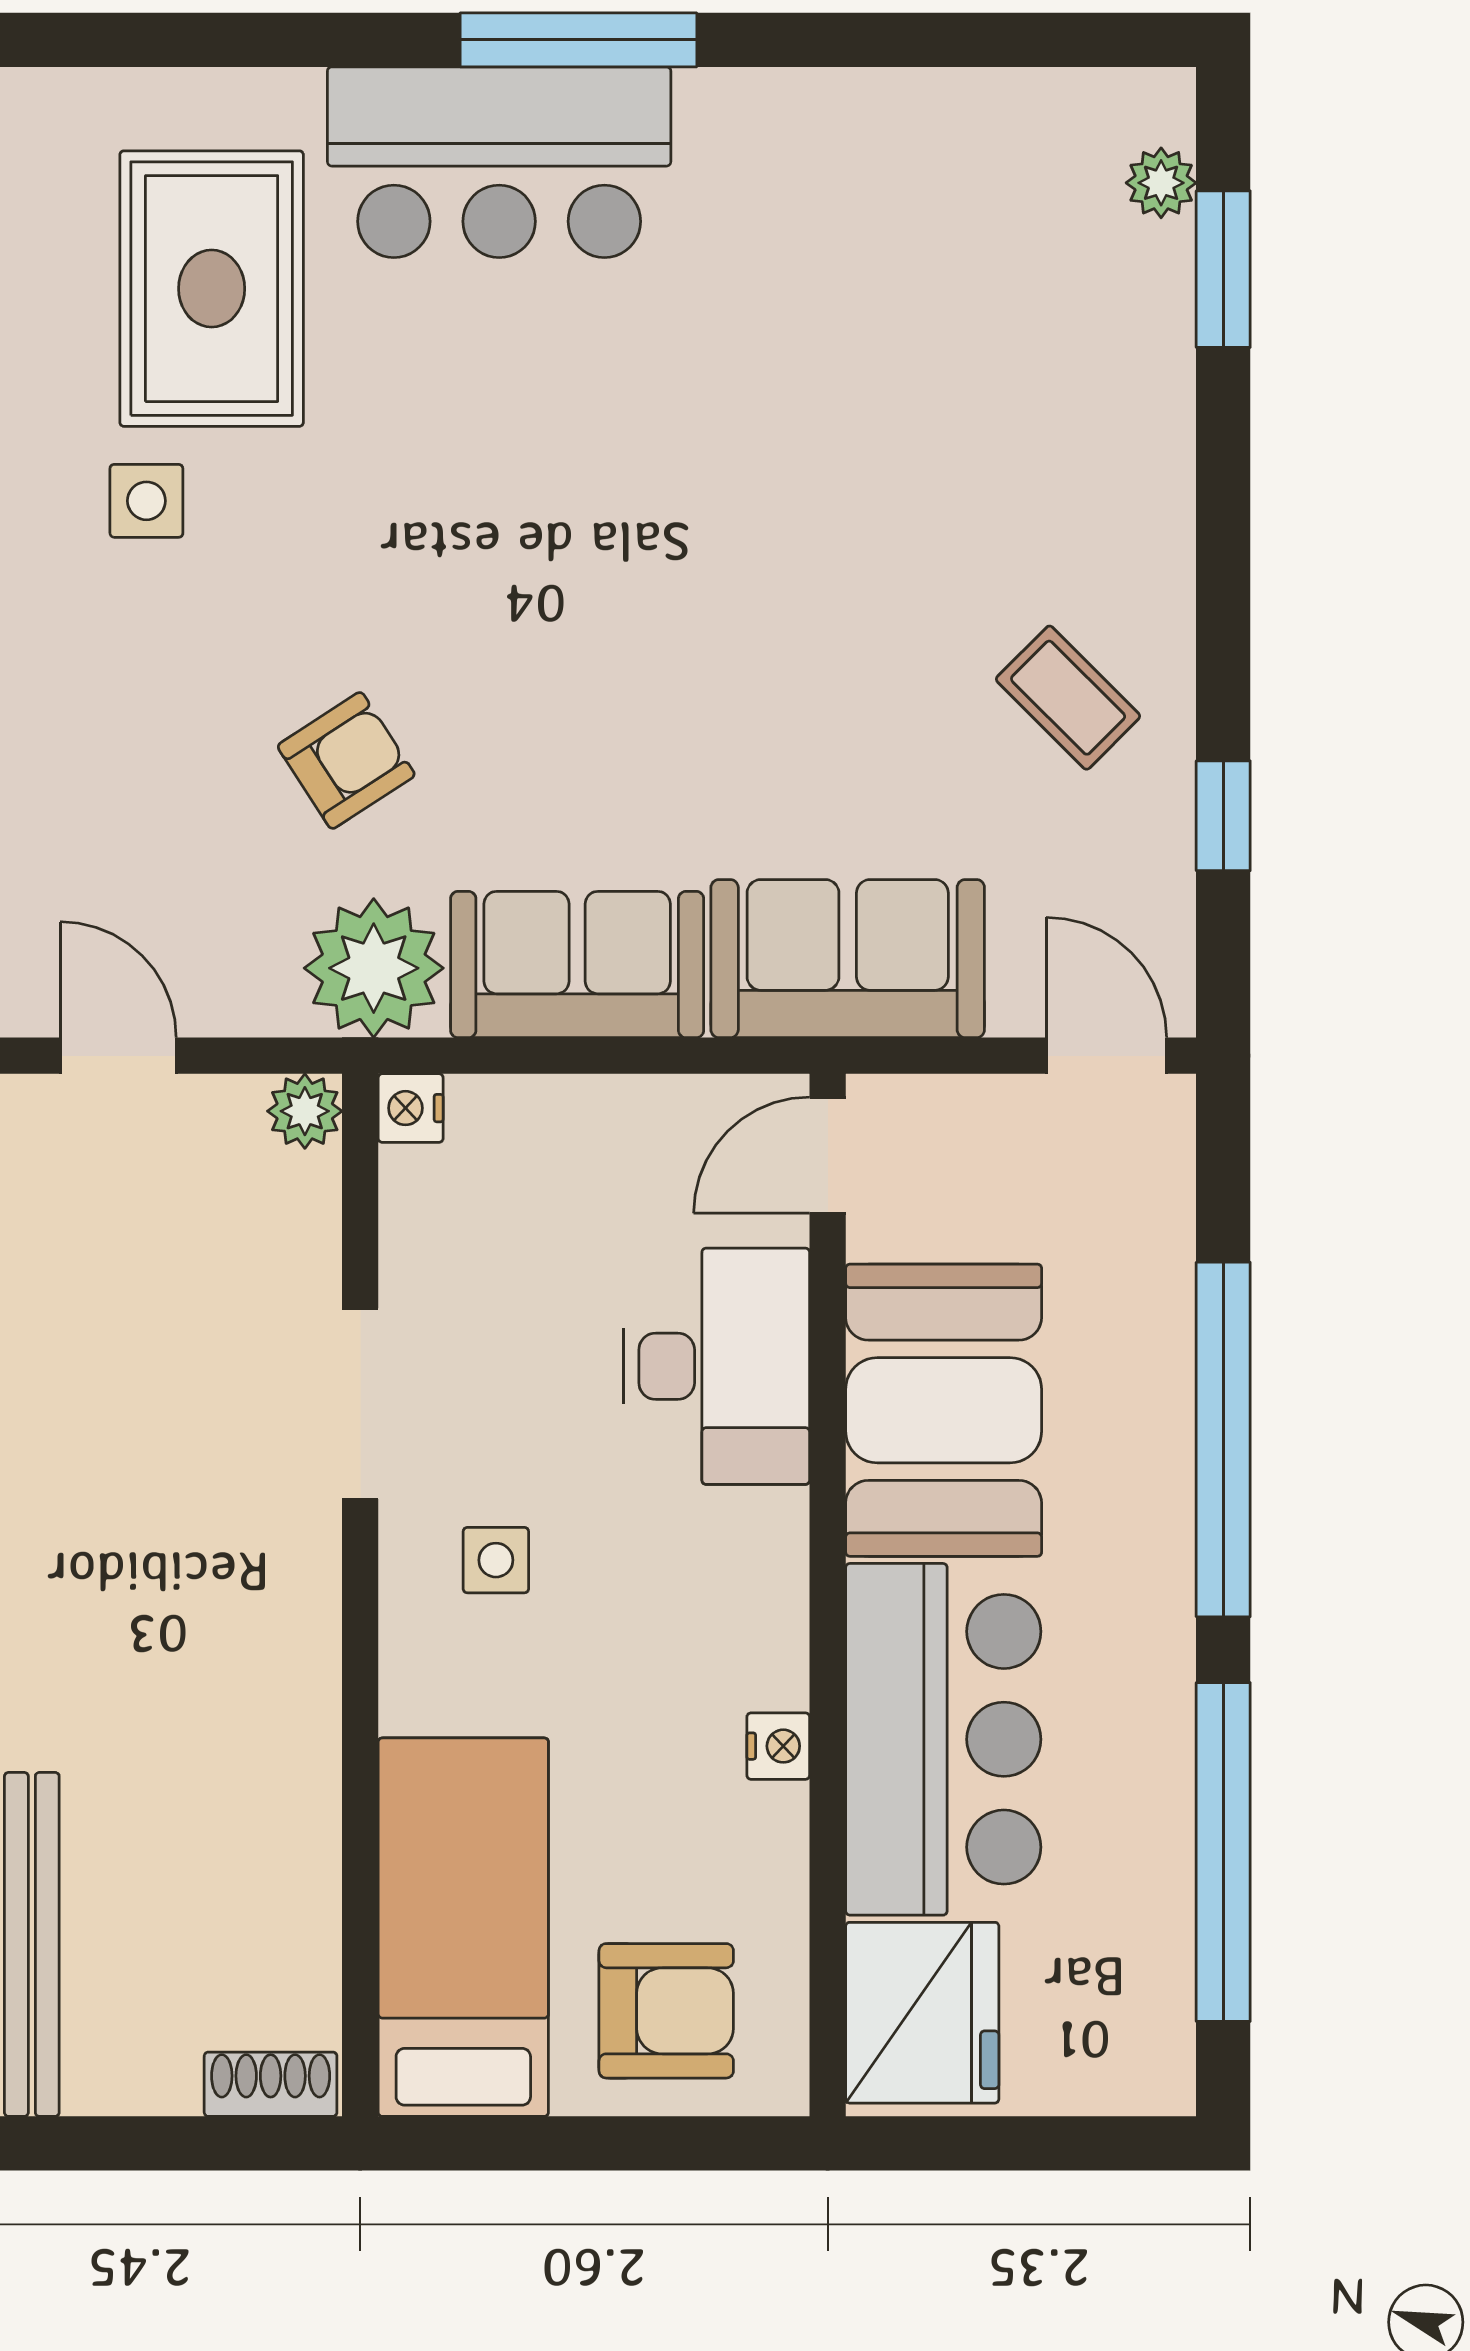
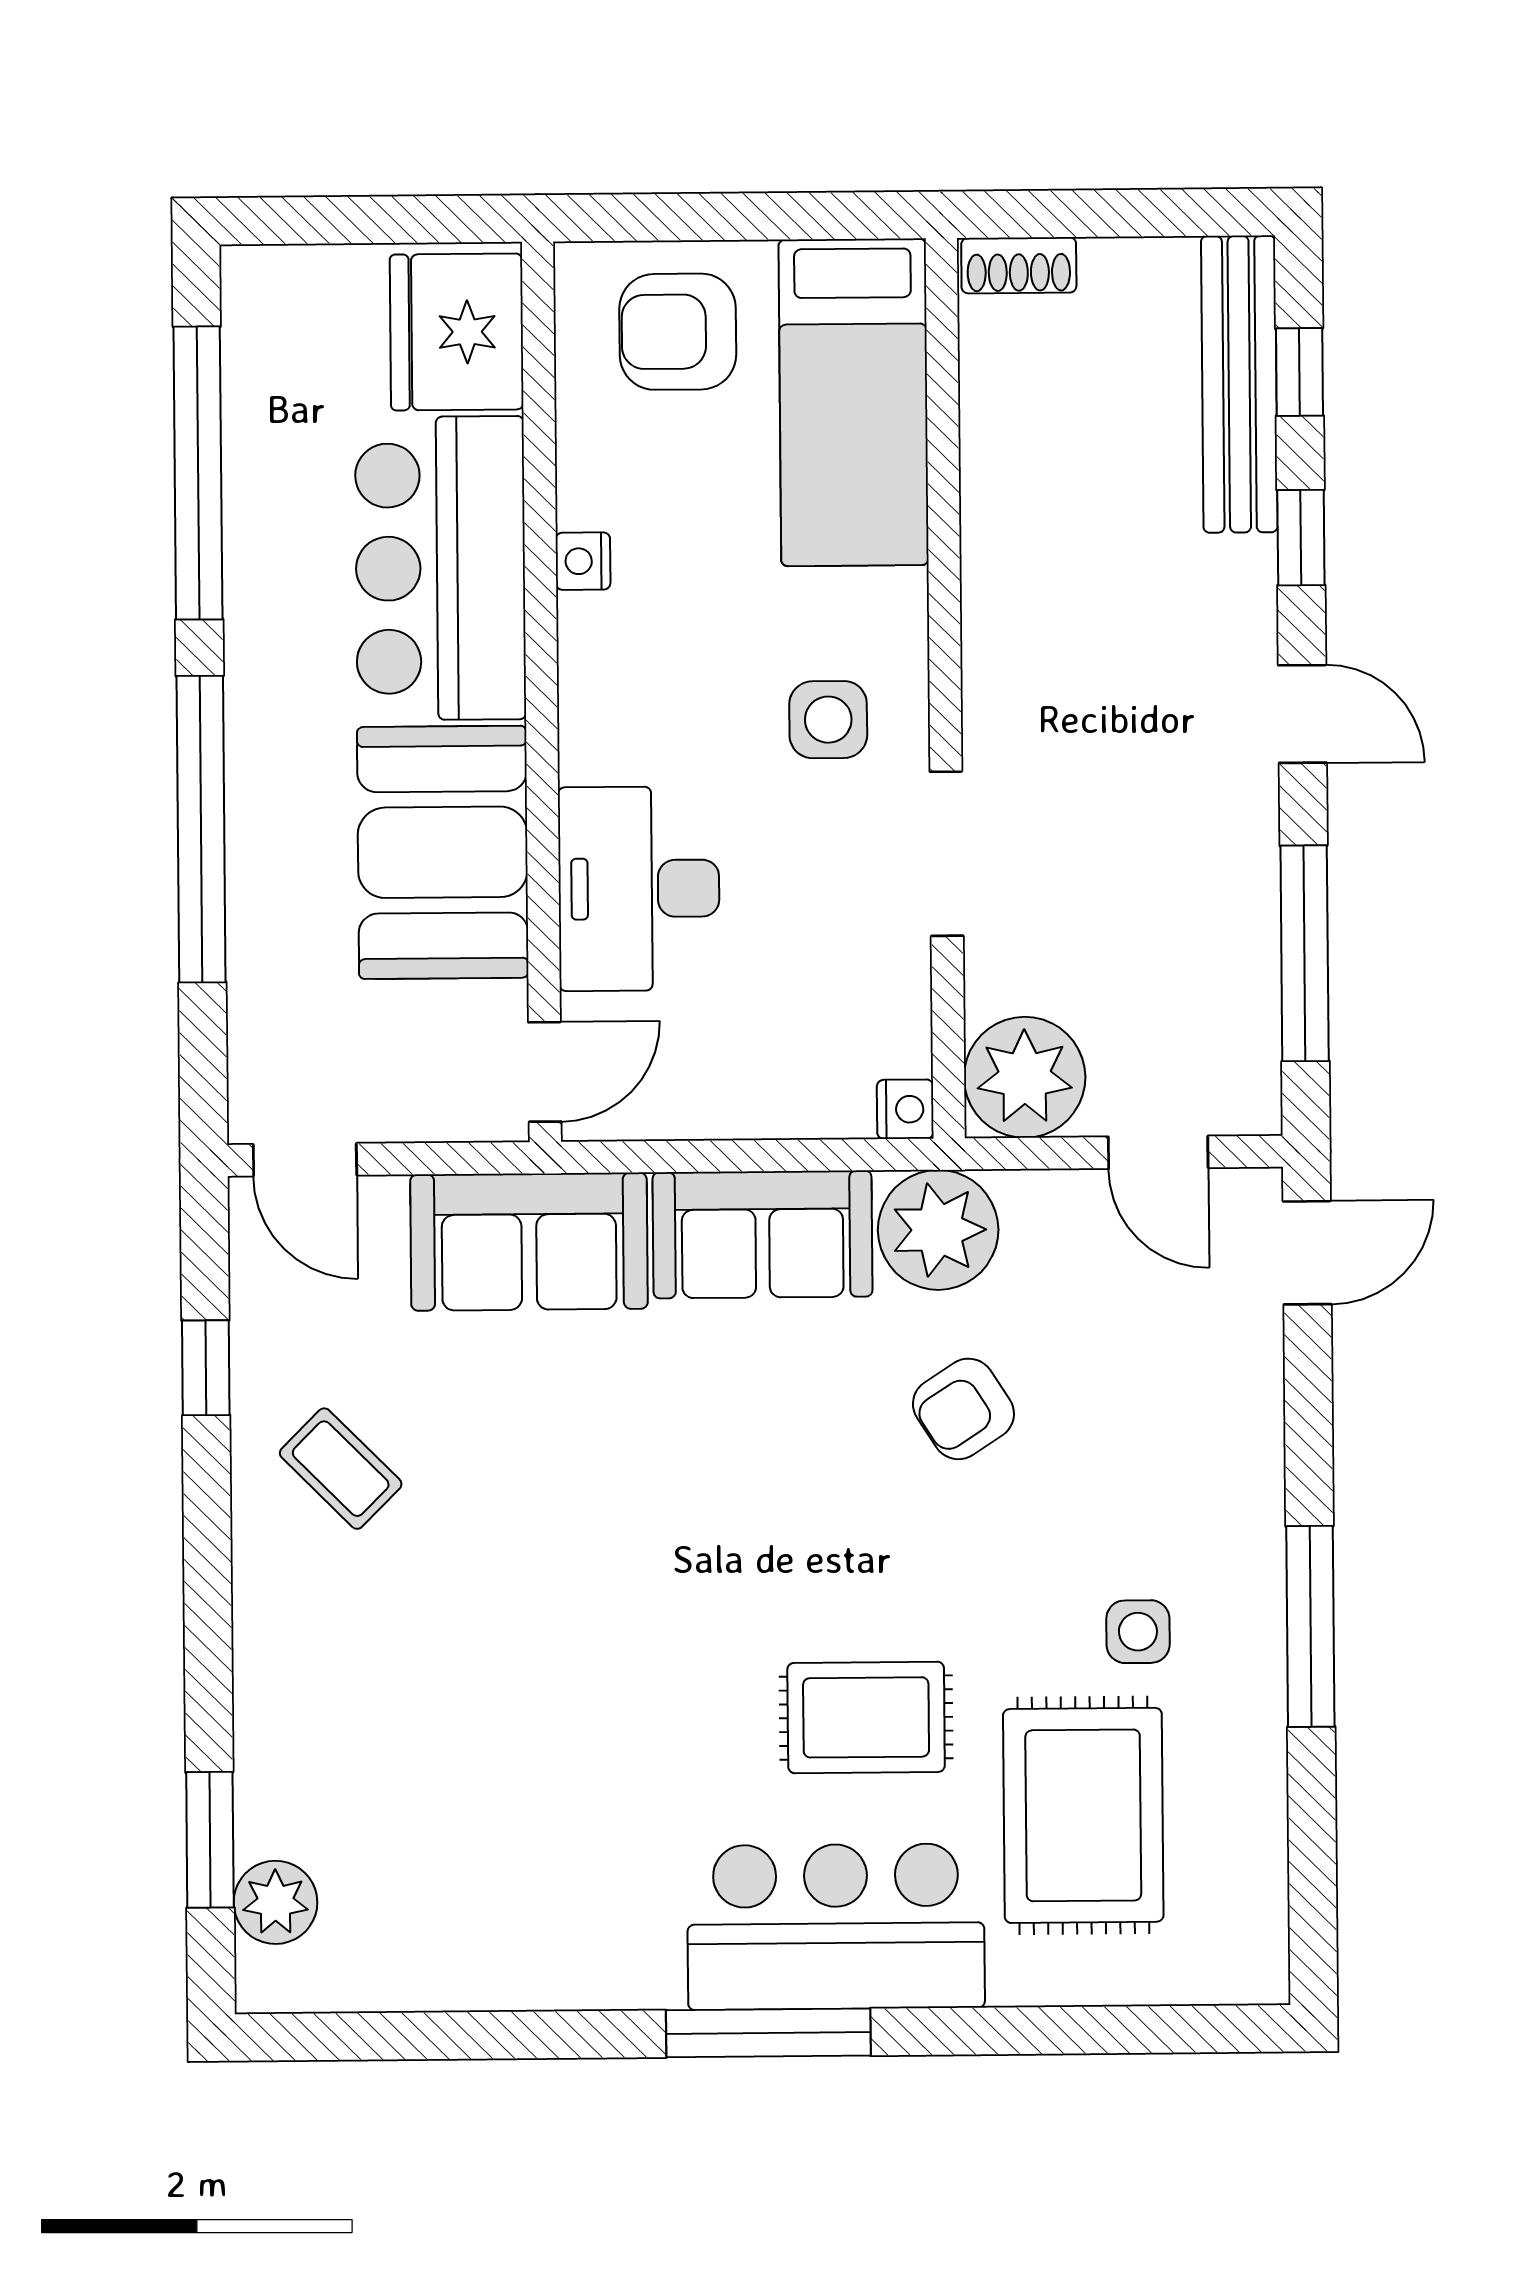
plant: (1161, 183) -> (275, 1902), width x1.38, depth x1.38
rug: (462, 404) -> (866, 1717), added
plant: (305, 1111) -> (1025, 1077), width x1.88, depth x1.88
side table: (496, 1560) -> (828, 720), width x1.37, depth x1.37

